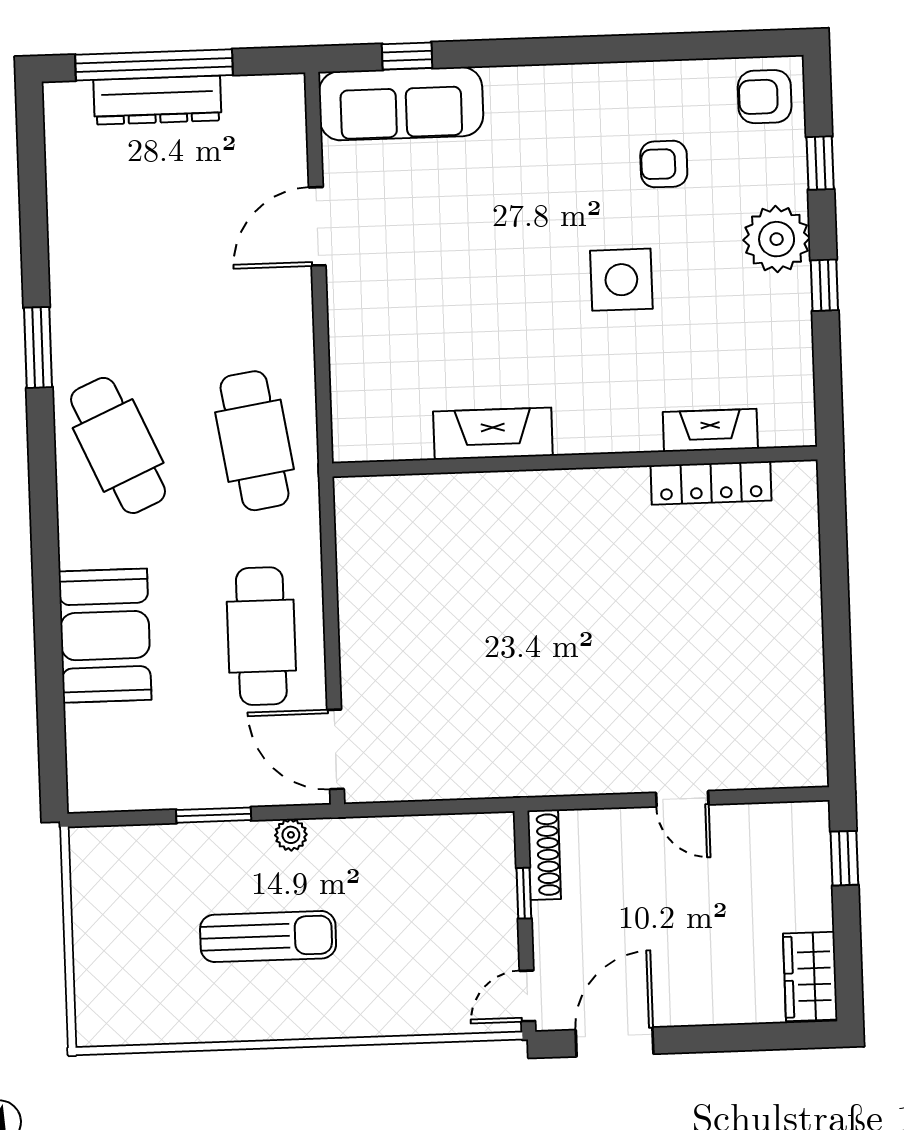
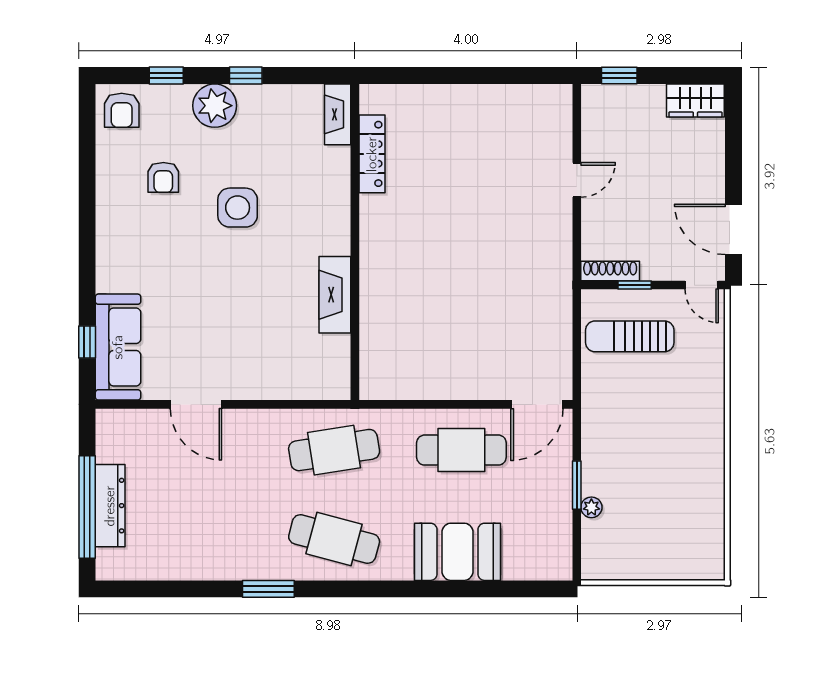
fireplace: (710, 430) -> (338, 114), moved
cafe table: (118, 445) -> (334, 539), turned 39
plant: (291, 835) -> (591, 507), moved
sun lounger: (268, 937) -> (630, 336), moved, turned -90

